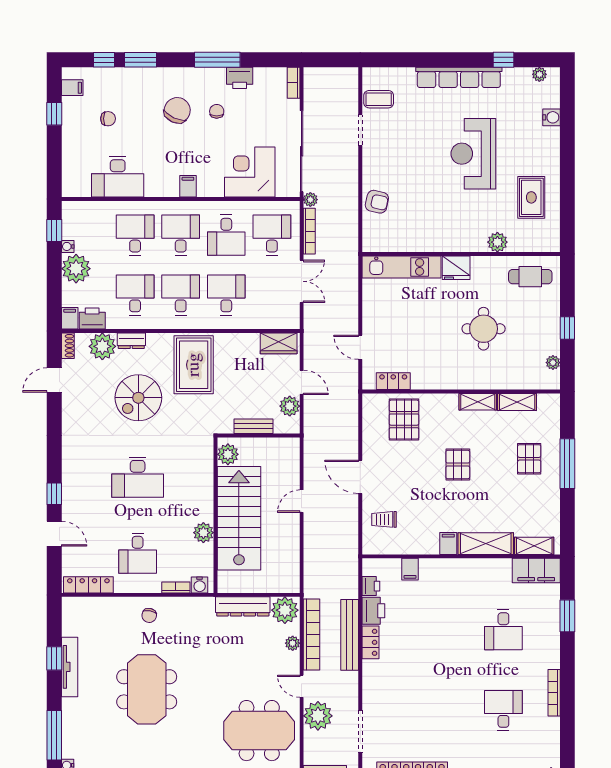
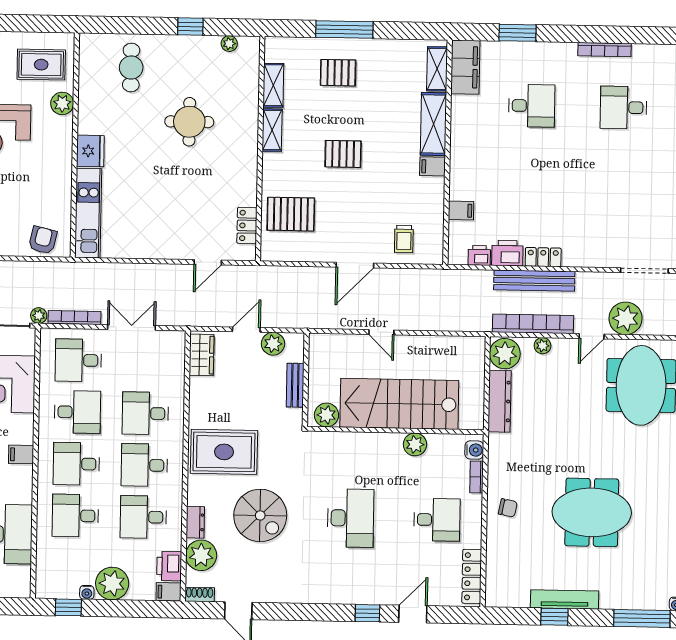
plant: (497, 242) -> (62, 103), moved
wall: (461, 254) -> (75, 145), moved
kitchen unit: (401, 267) -> (88, 213), moved
fridge: (456, 268) -> (90, 151), moved

